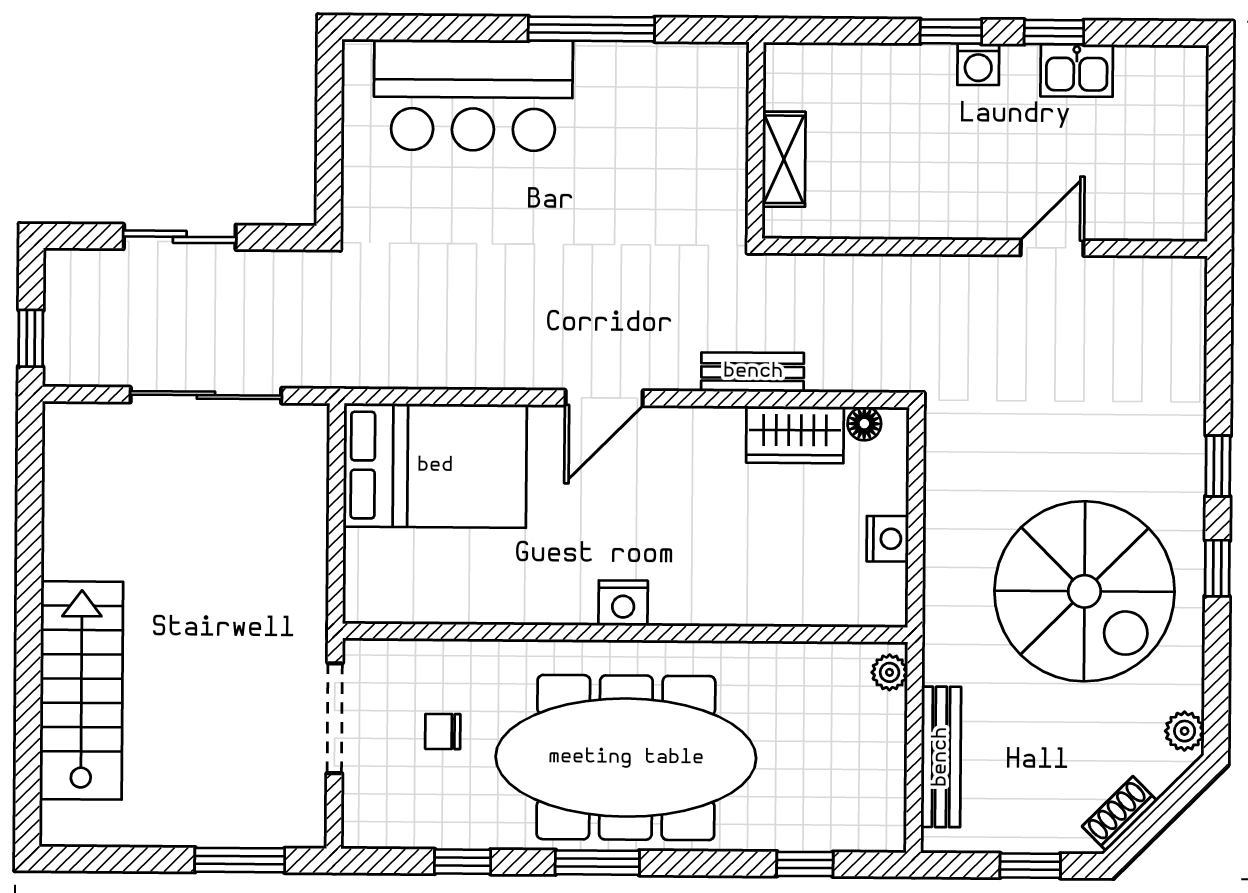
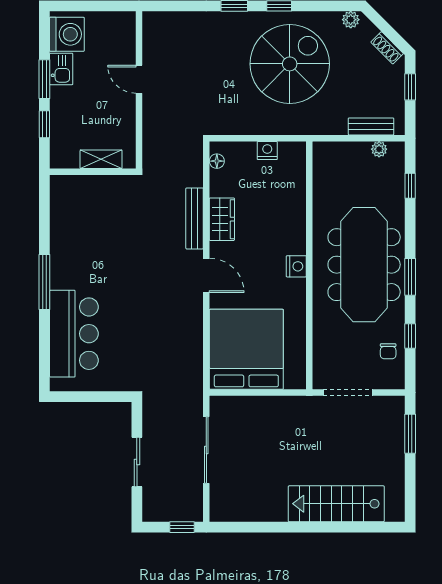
window: (1054, 32) -> (44, 79), width x1.50
washing machine: (978, 64) -> (67, 34), moved, width x1.89, depth x1.89
wall: (756, 140) -> (93, 172), moved
shelving: (784, 159) -> (101, 159), moved
bench: (753, 372) -> (195, 218), width x1.36
wardrobe: (795, 435) -> (222, 219), moved
bed: (435, 466) -> (246, 349), width x1.36
plant: (890, 672) -> (379, 149), moved
chair: (443, 732) -> (388, 351), moved
bench: (941, 757) -> (371, 126), width x0.73

